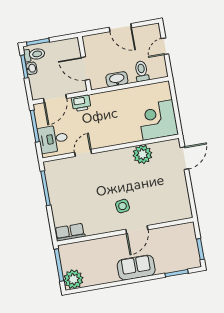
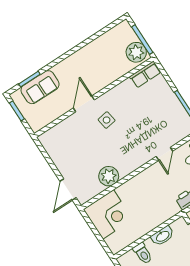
sofa: (136, 268) -> (40, 87), moved
plant: (73, 279) -> (136, 52), moved

